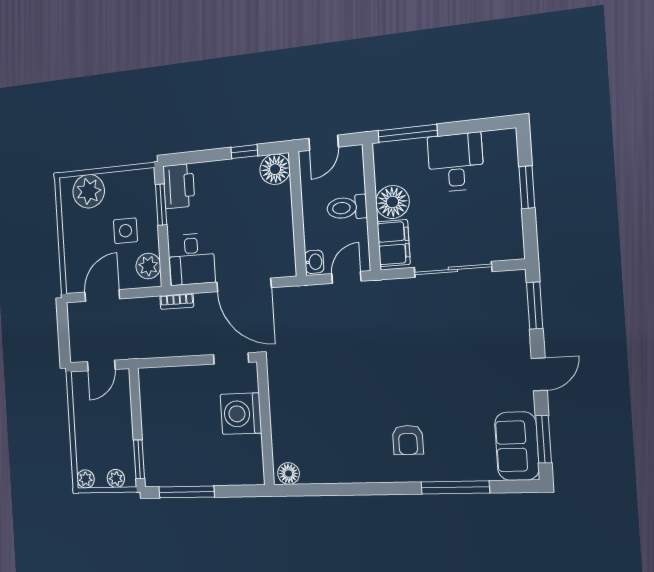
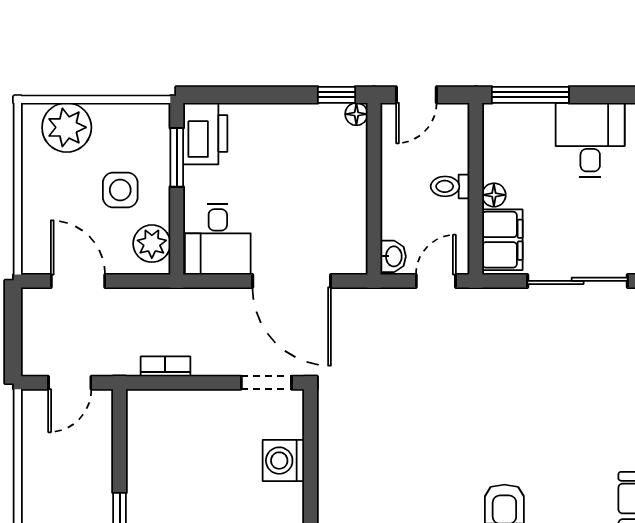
window: (244, 152) -> (337, 95), moved
floor lamp: (275, 169) -> (356, 114), width x0.53, depth x0.53
floor lamp: (392, 202) -> (494, 195), width x0.53, depth x0.53
toilet: (347, 208) -> (450, 186), width x0.73, depth x0.72
door: (102, 295) -> (78, 281), hinge flipped
bookcase: (177, 301) -> (165, 366), moved, turned 180
washing machine: (241, 414) -> (283, 461), width x0.73, depth x0.73

